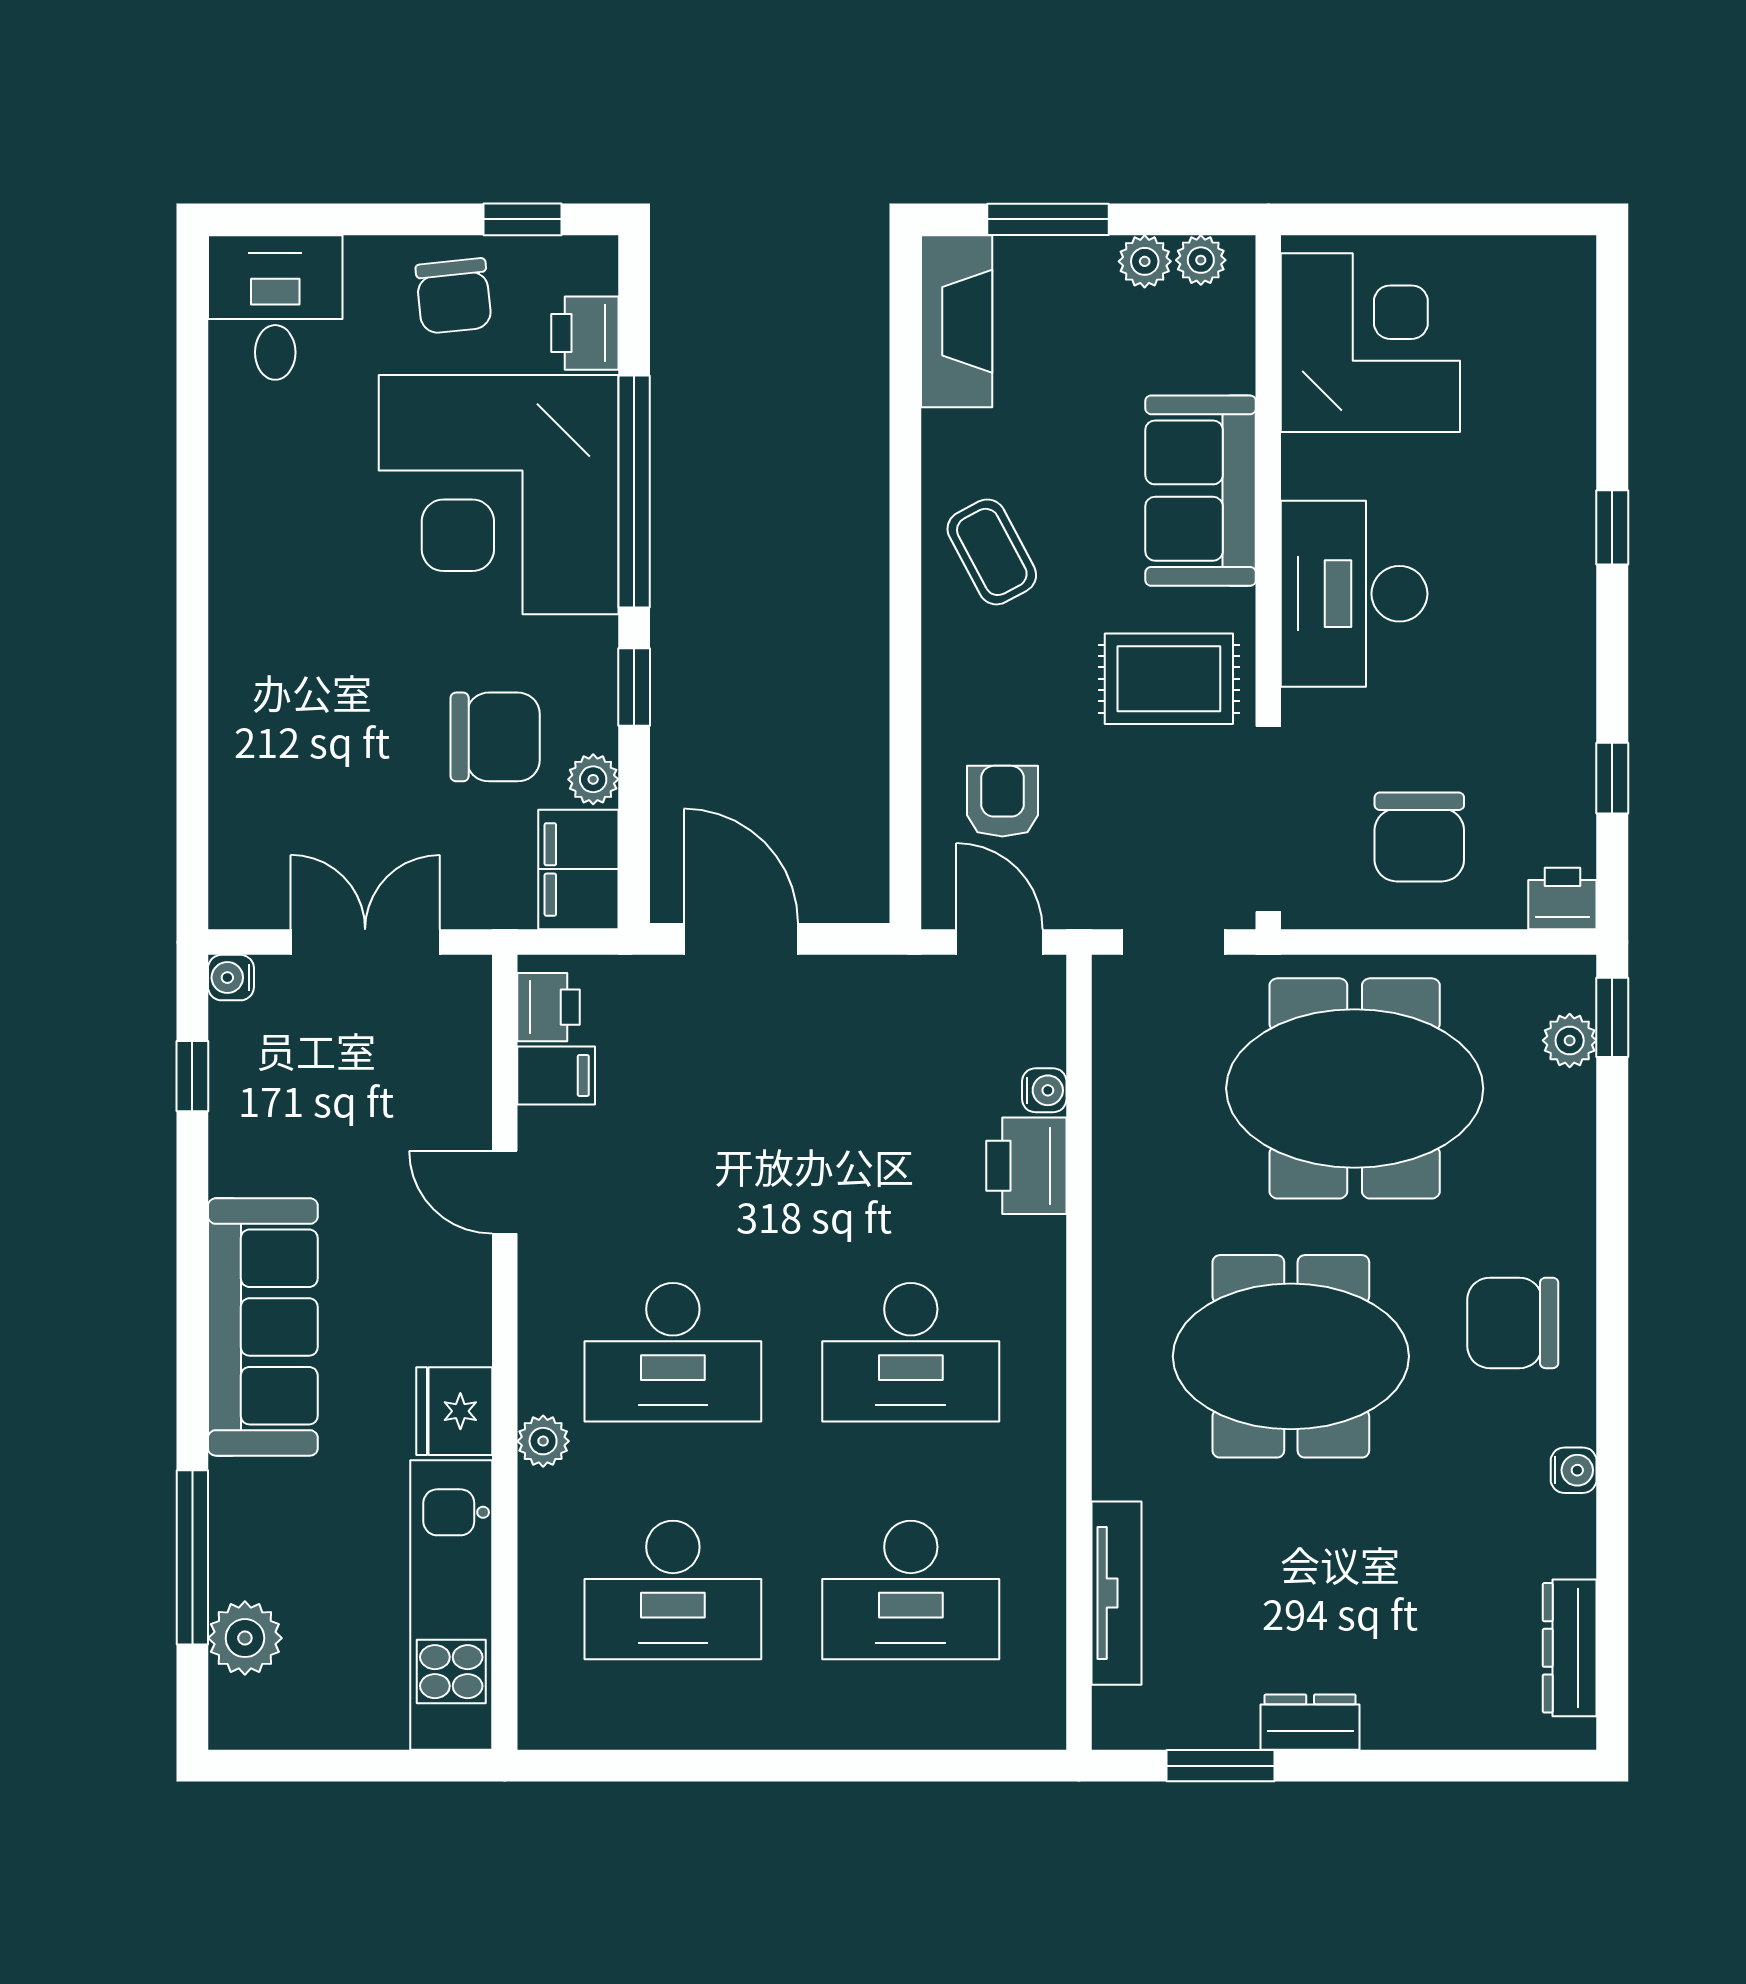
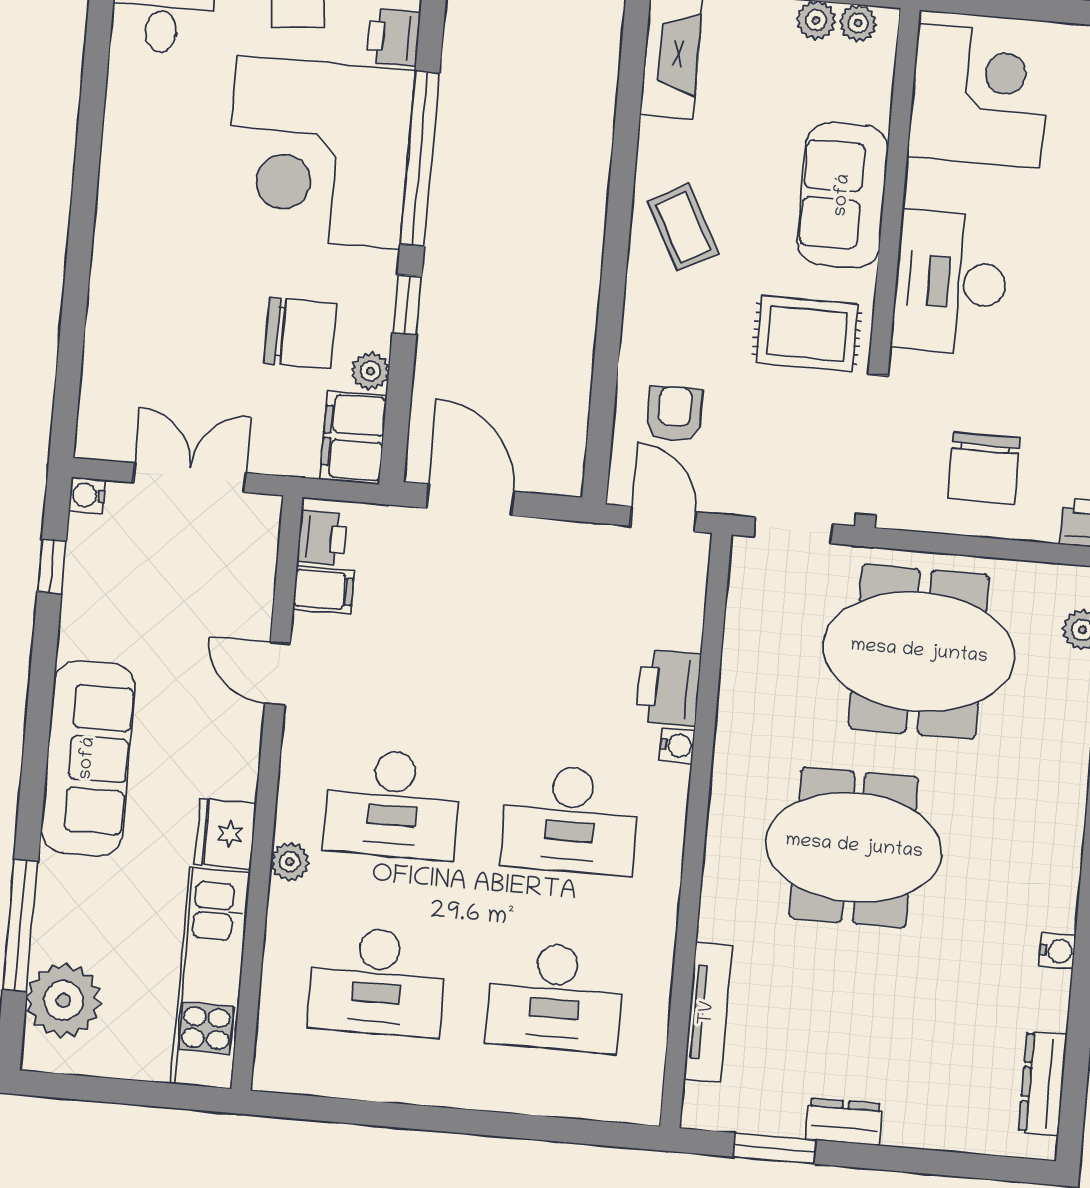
water cooler: (1044, 1090) -> (677, 745), moved
chair: (1513, 1323) -> (1022, 837), removed
plant: (245, 1638) -> (63, 1000), width x1.36, depth x1.36

